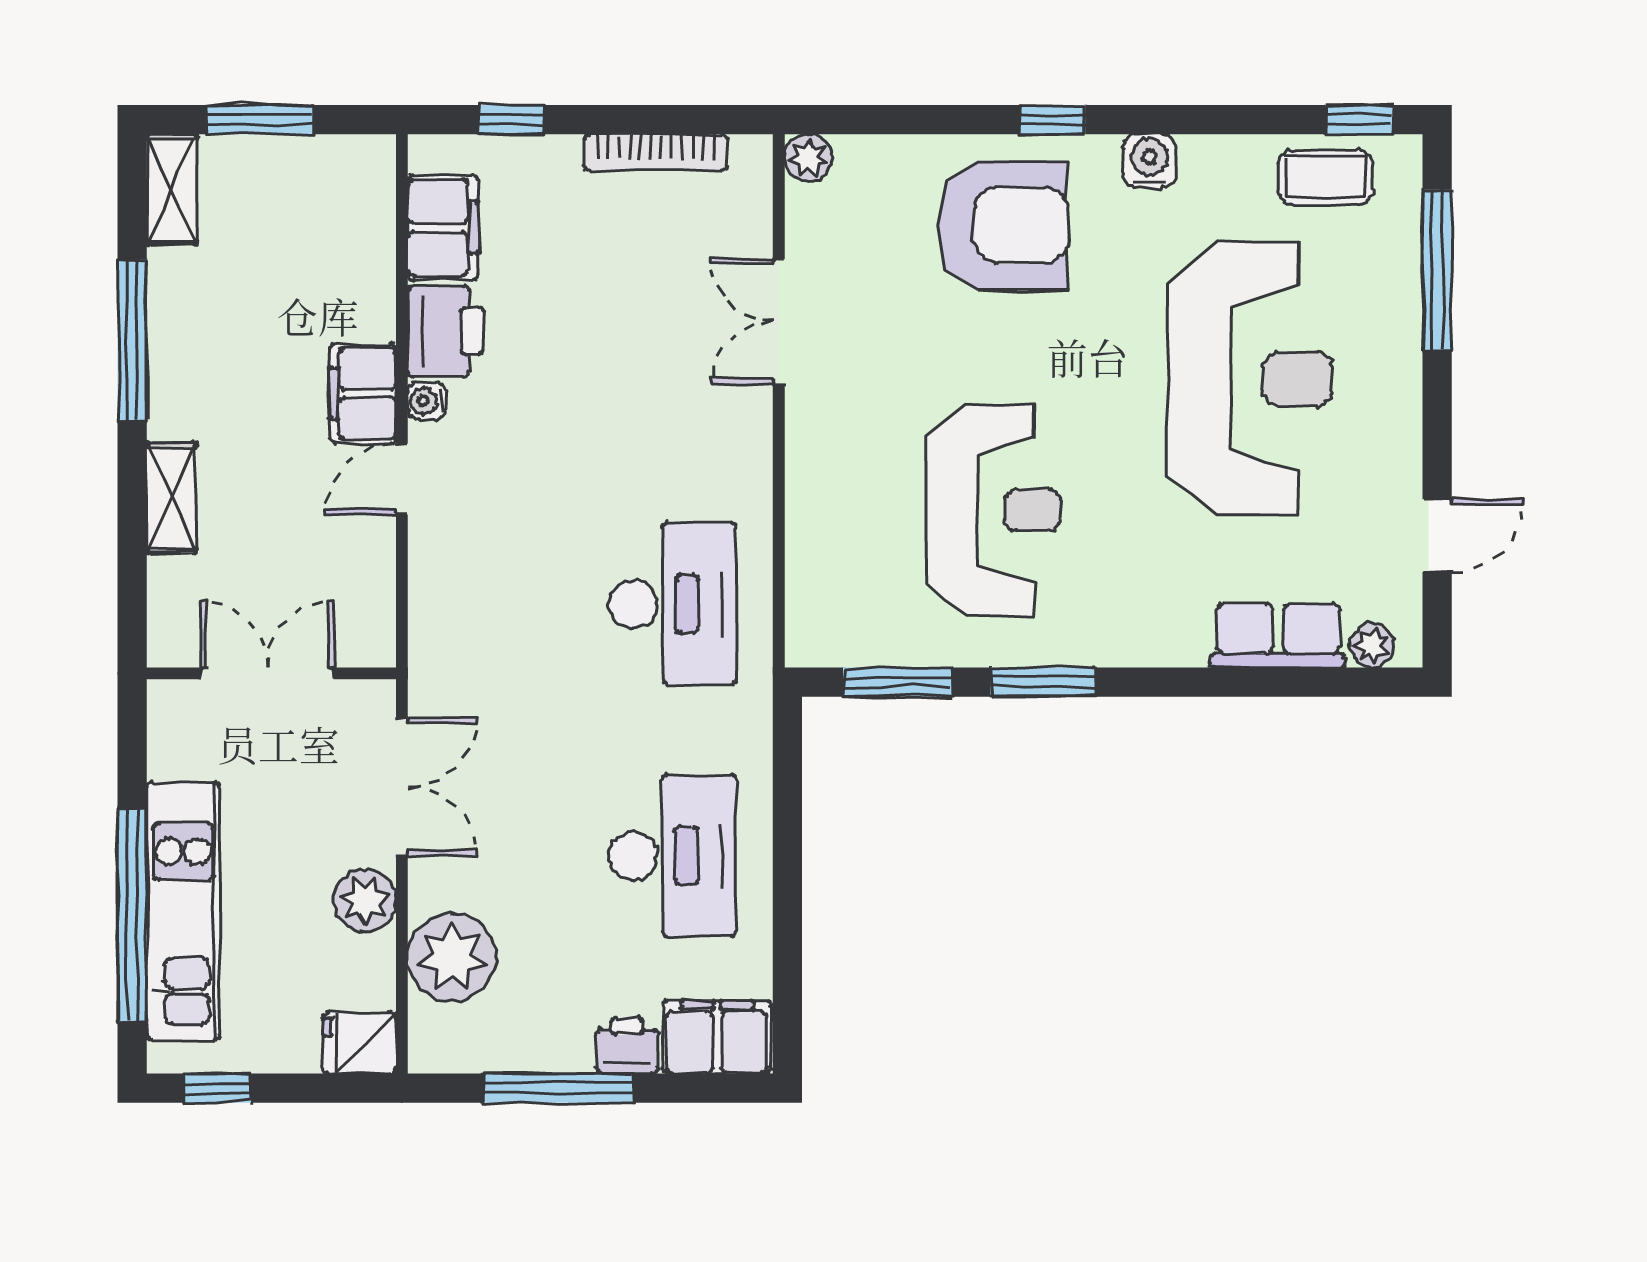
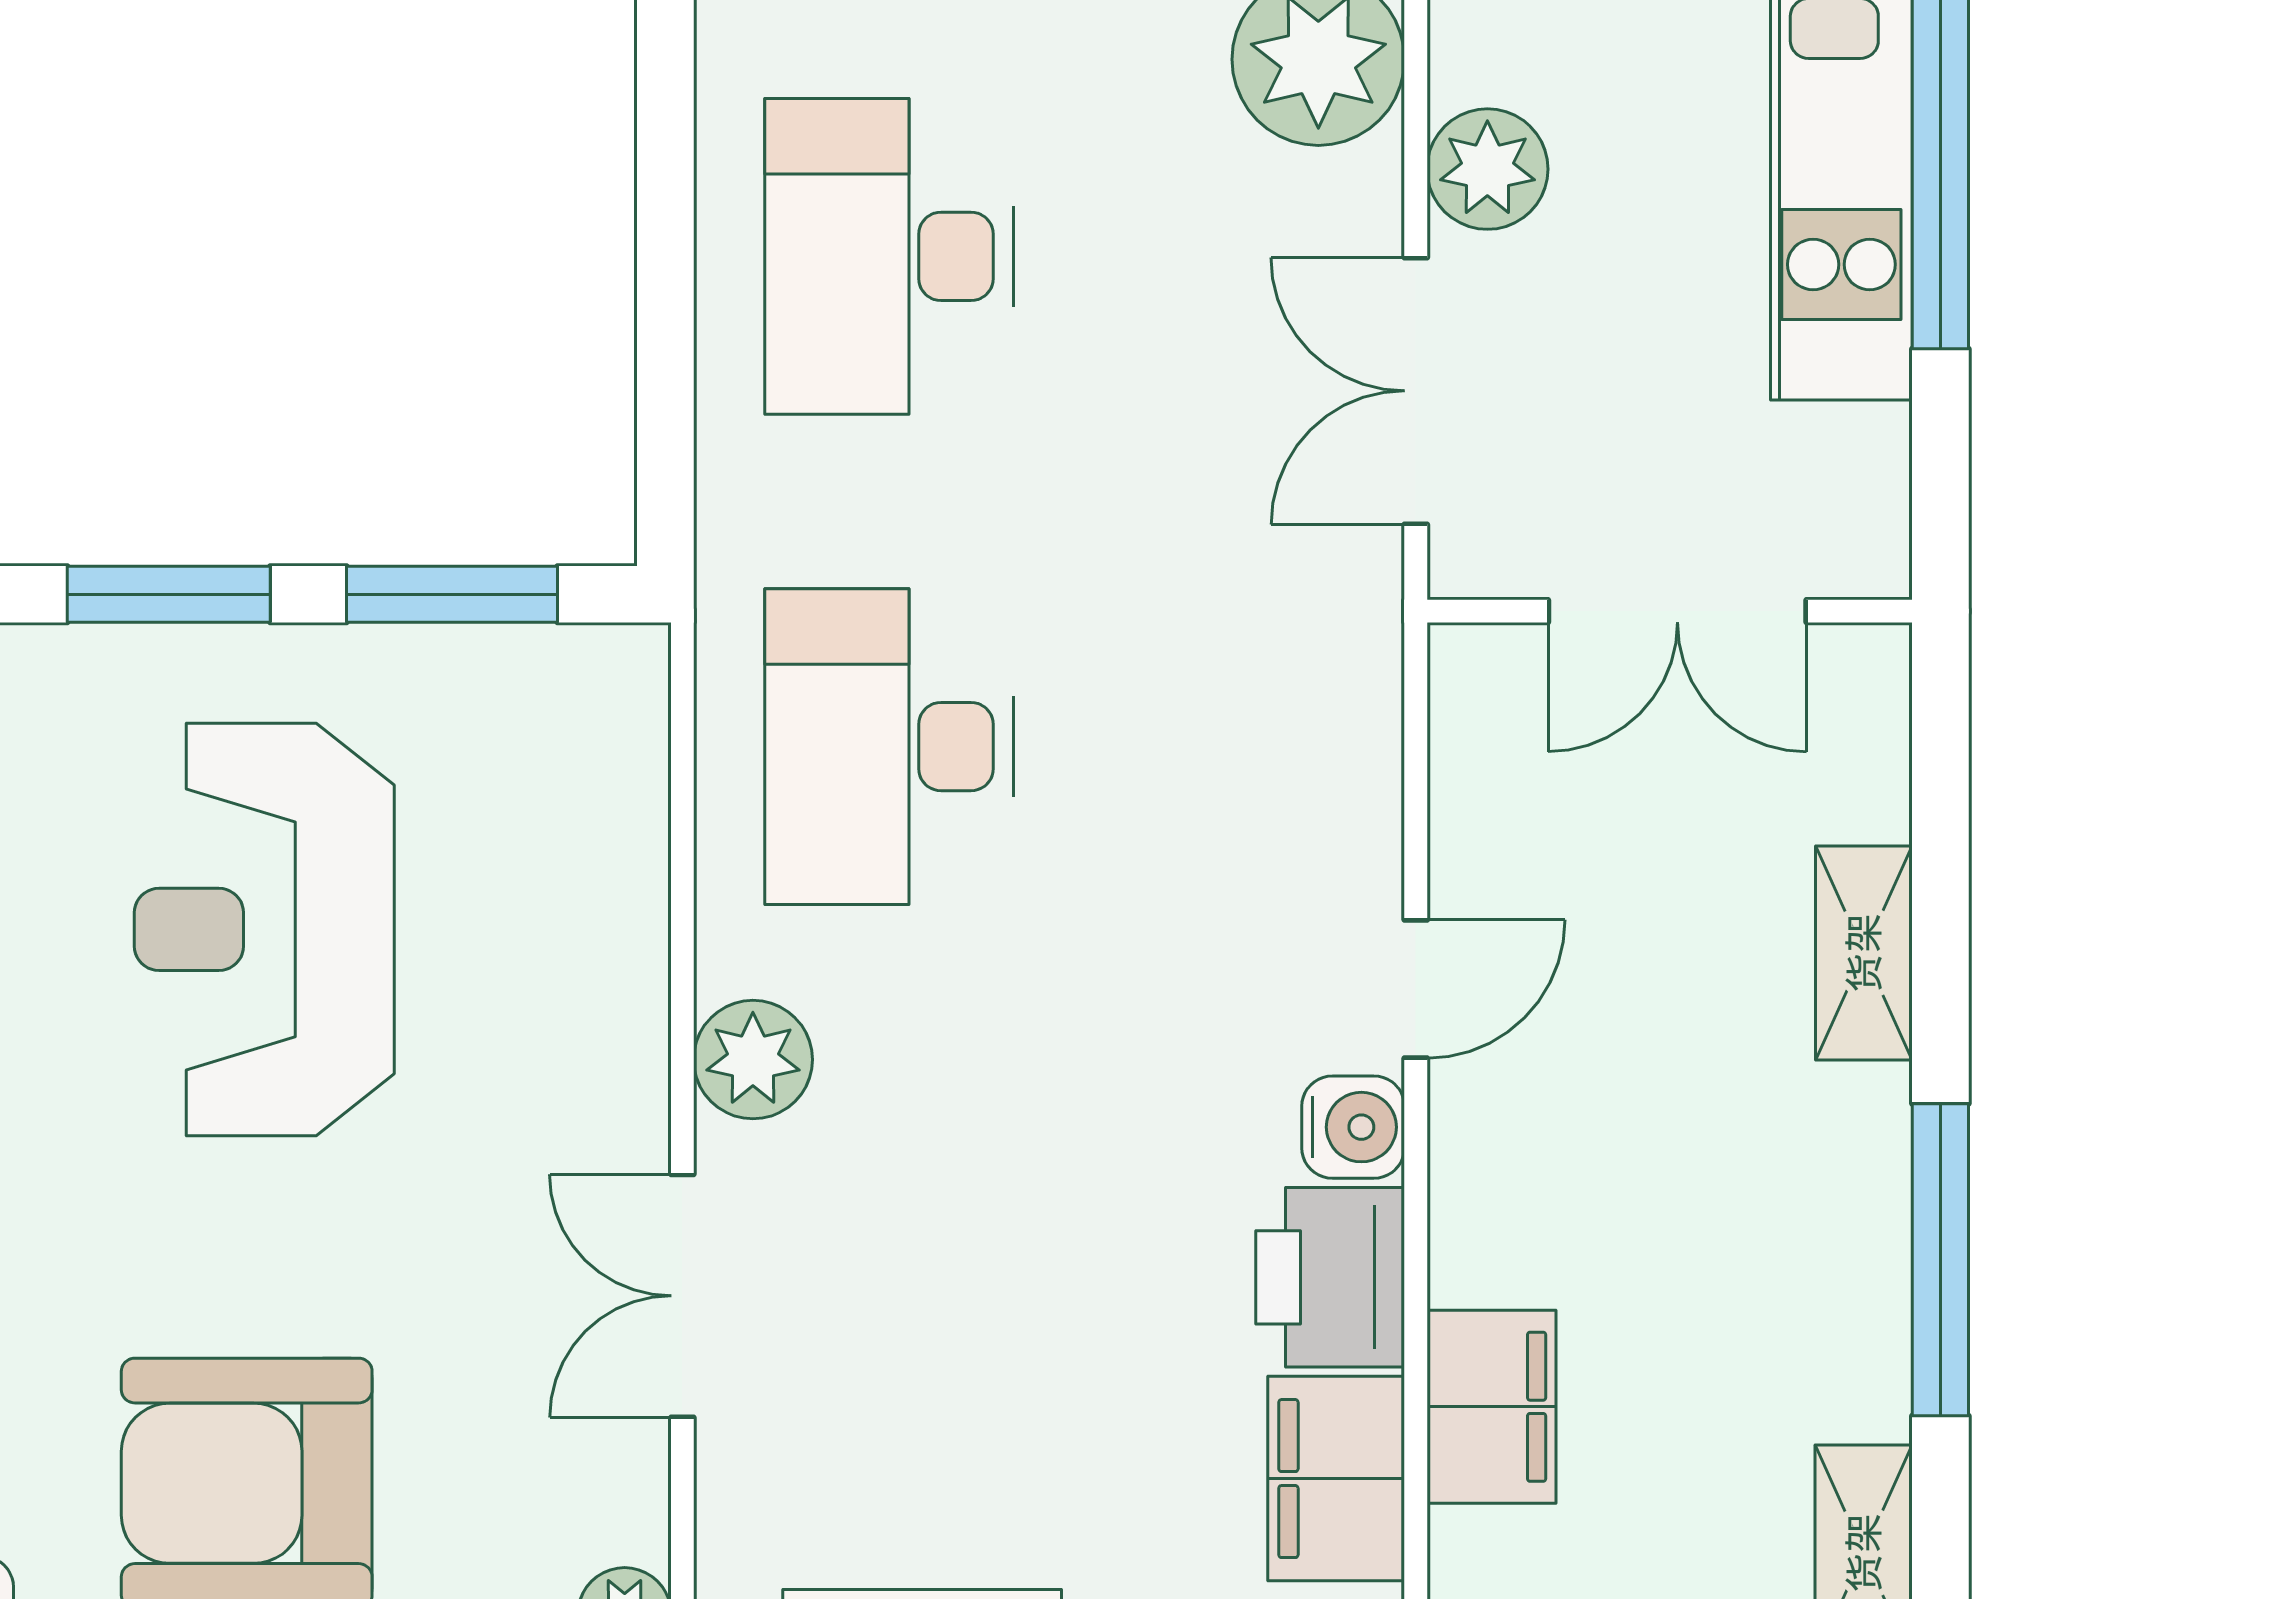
double door: (779, 322) -> (682, 1296), swing flipped
filing cabinet: (363, 394) -> (1491, 1407), moved
water cooler: (427, 401) -> (1353, 1127), width x1.38, depth x1.38
plant: (742, 443) -> (753, 1060), added

